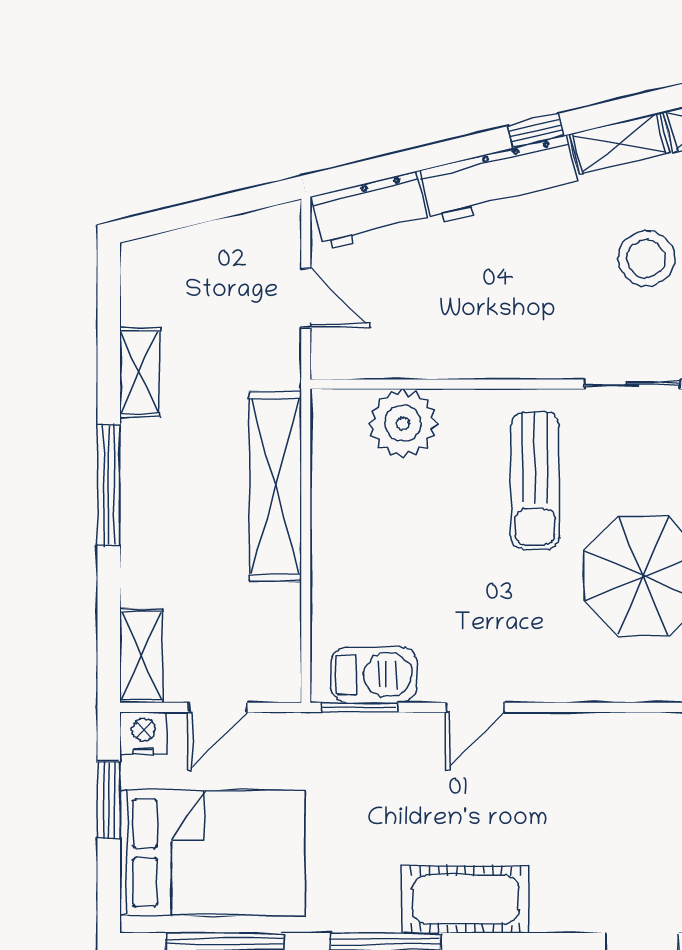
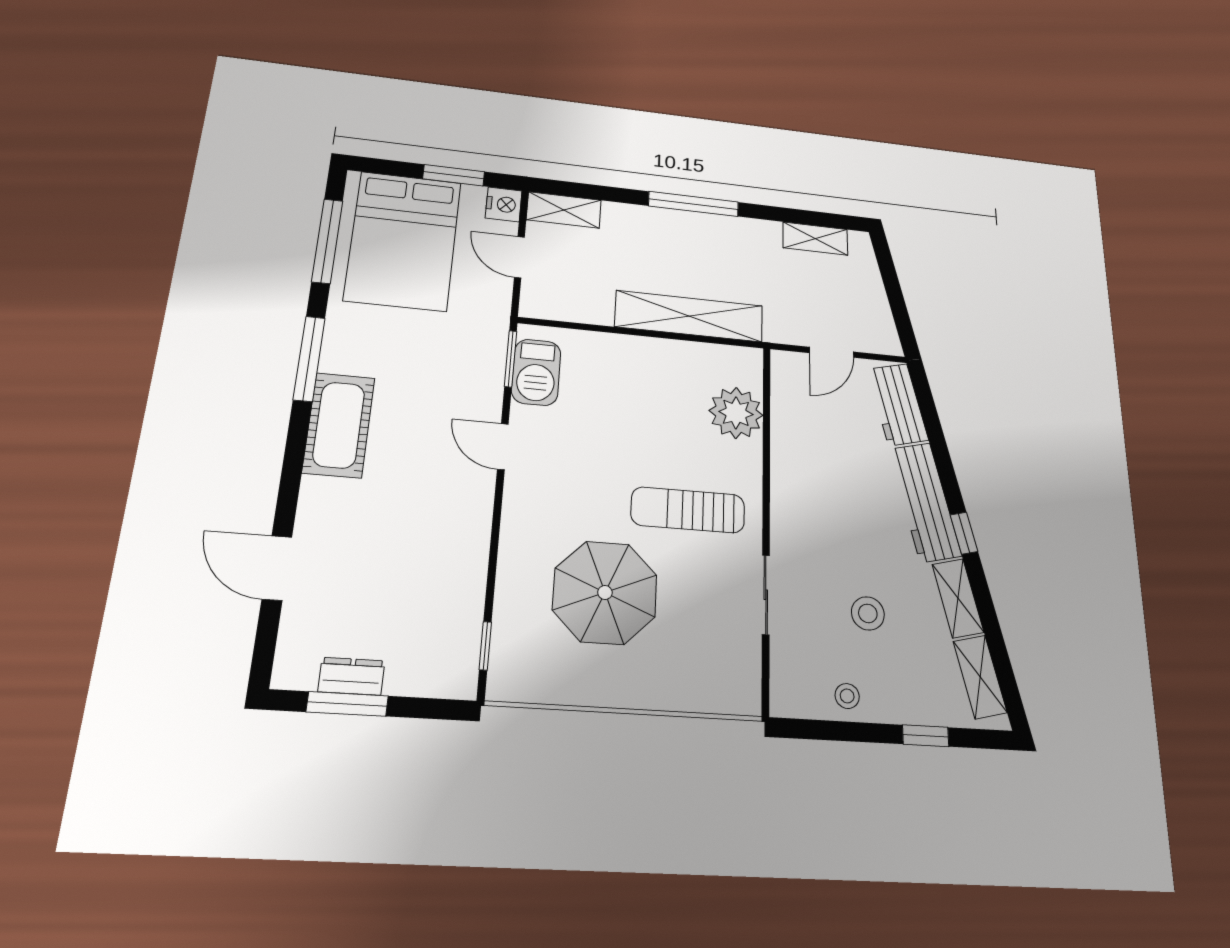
stool: (646, 258) -> (868, 613), width x0.73, depth x0.73
shelving: (140, 372) -> (815, 239), moved

